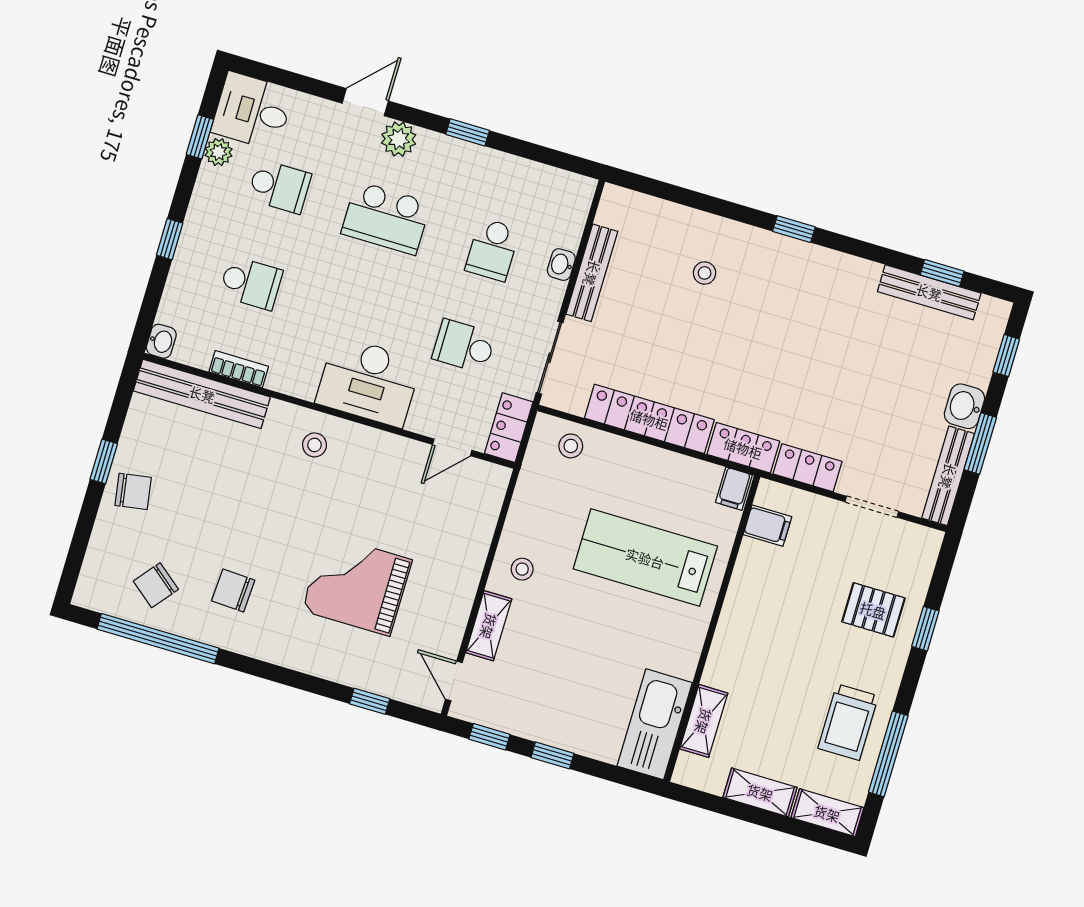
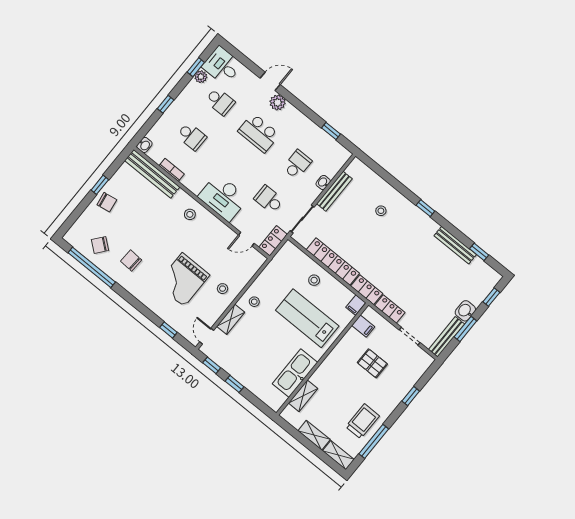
window: (468, 132) -> (331, 131), moved
school desk: (492, 250) -> (297, 164), turned 180
bench: (929, 292) -> (455, 245), moved
stool: (571, 446) -> (314, 280), moved
stool: (446, 570) -> (223, 289), added
grand piano: (357, 585) -> (183, 280), turned -90
pallet: (873, 610) -> (372, 363), moved
trolley: (848, 722) -> (363, 421), turned 180
kitchen sink: (655, 724) -> (295, 373), moved

